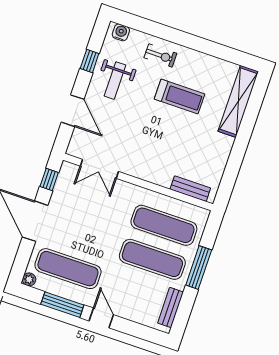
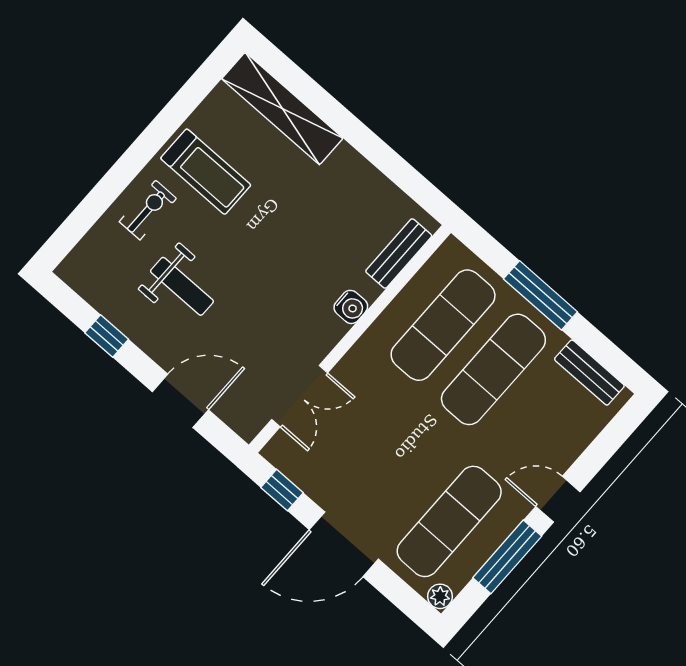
water cooler: (121, 32) -> (351, 307), moved, turned 180
weight bench: (115, 81) -> (182, 286), moved
treadmill: (179, 97) -> (206, 172), moved, turned 90

